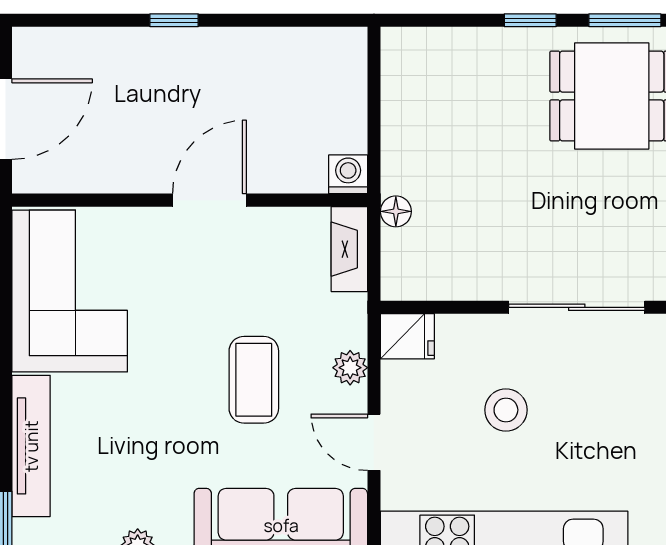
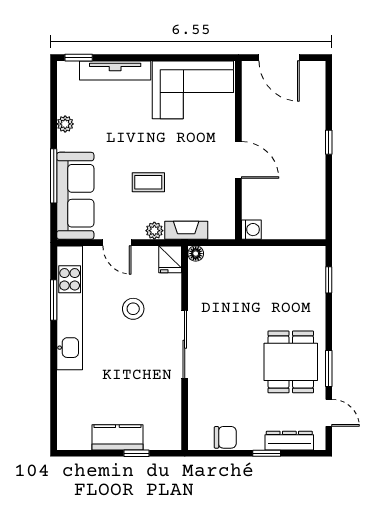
window: (530, 20) -> (329, 280), moved
floor lamp: (396, 211) -> (196, 254), moved
fireplace: (349, 249) -> (186, 230), moved
coffee table: (254, 380) -> (148, 182), width x0.73, depth x0.77
door: (374, 442) -> (117, 243), swing flipped

